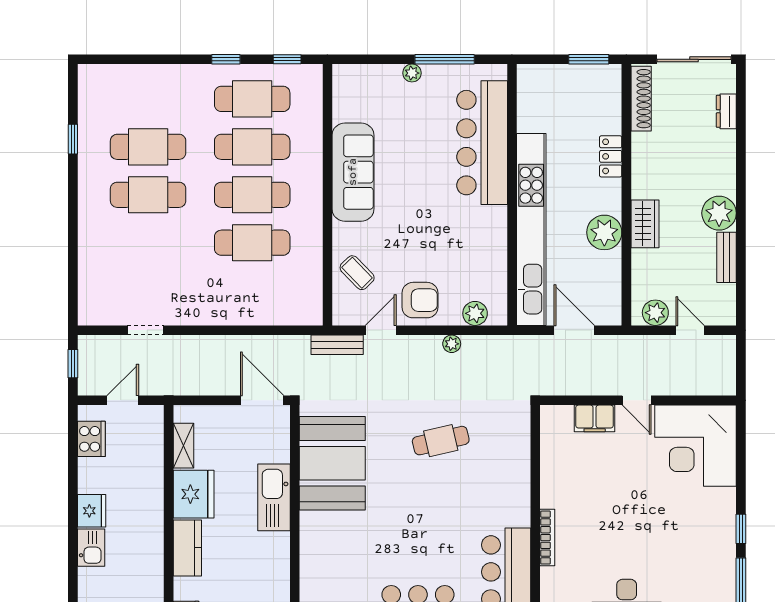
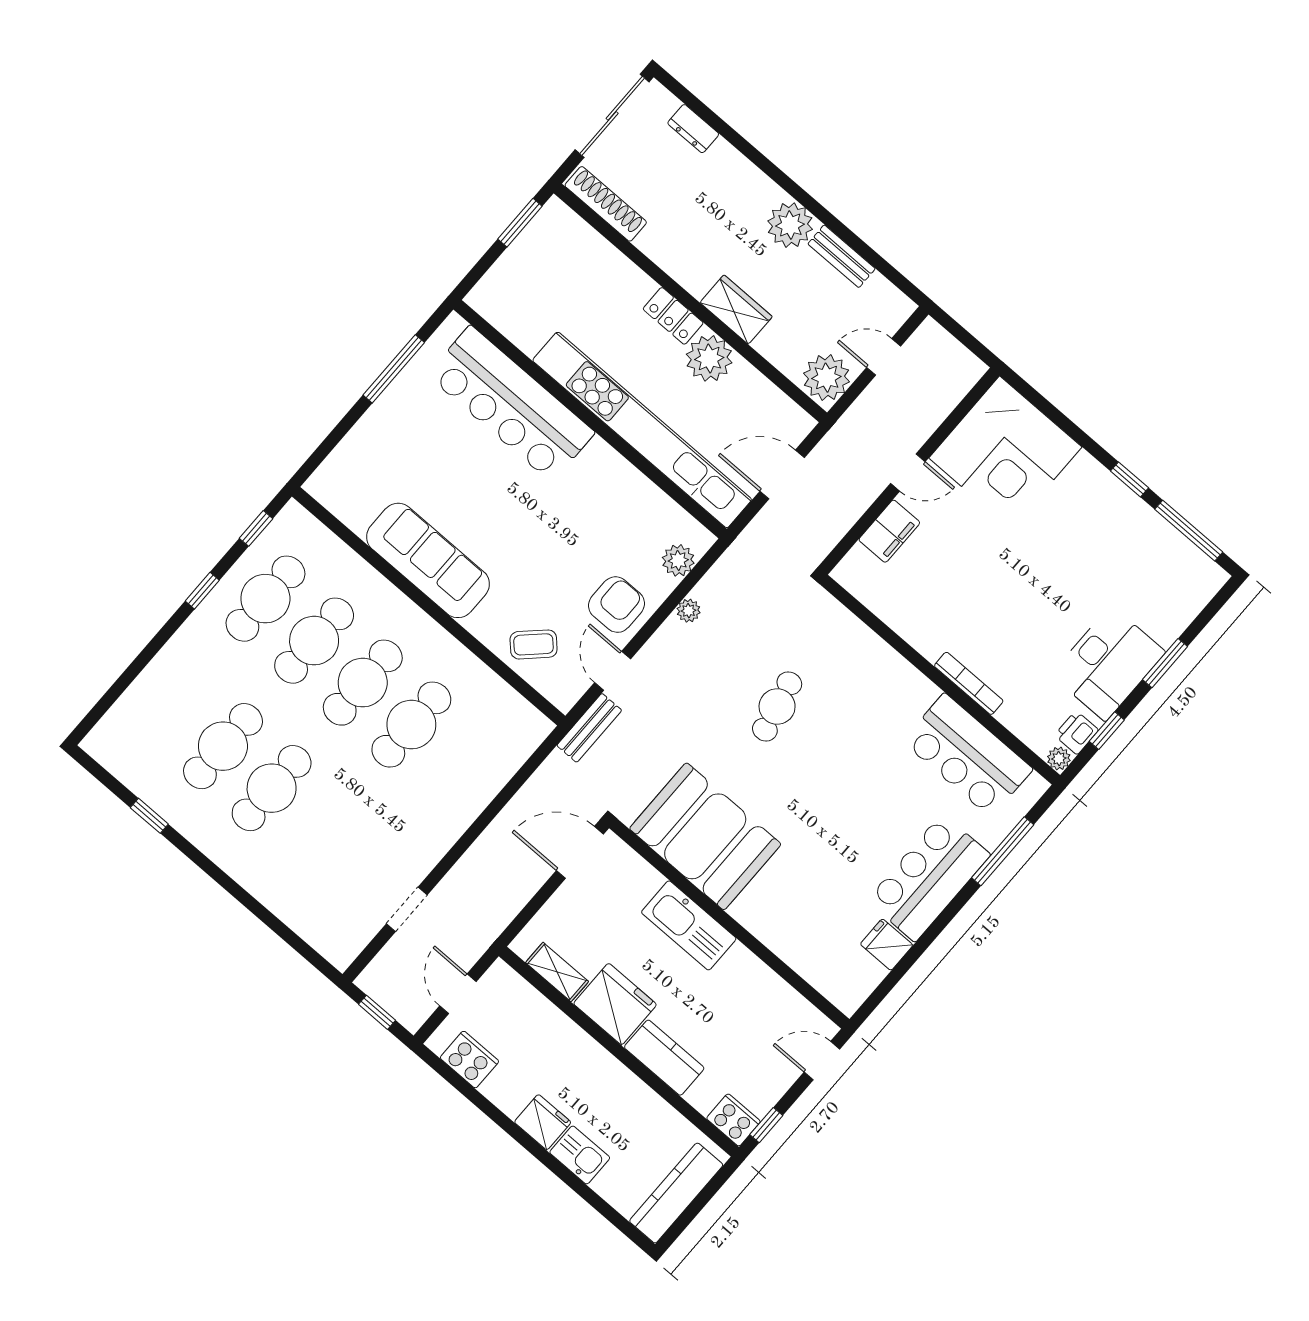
plant: (412, 73) -> (379, 414), removed
locker: (611, 156) -> (673, 316), moved
plant: (655, 313) -> (826, 378), width x1.36, depth x1.36

